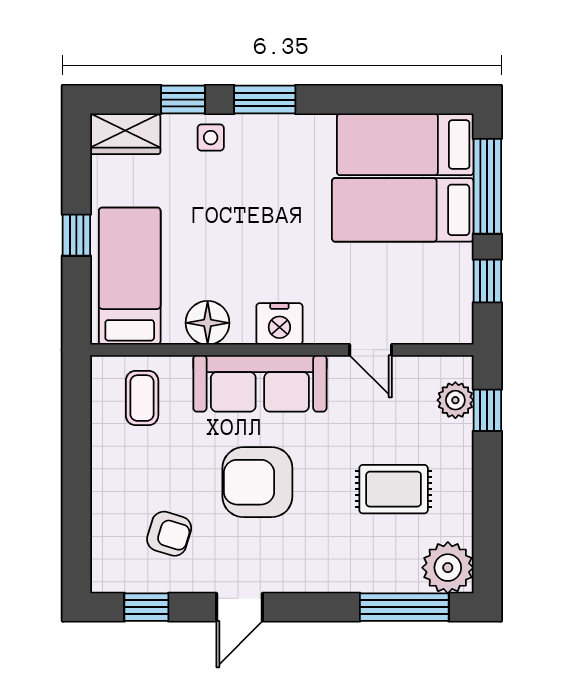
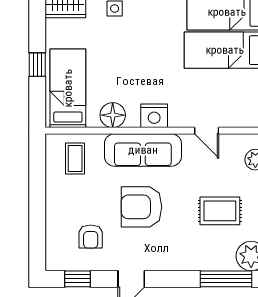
armchair: (169, 534) -> (91, 237), turned 73

